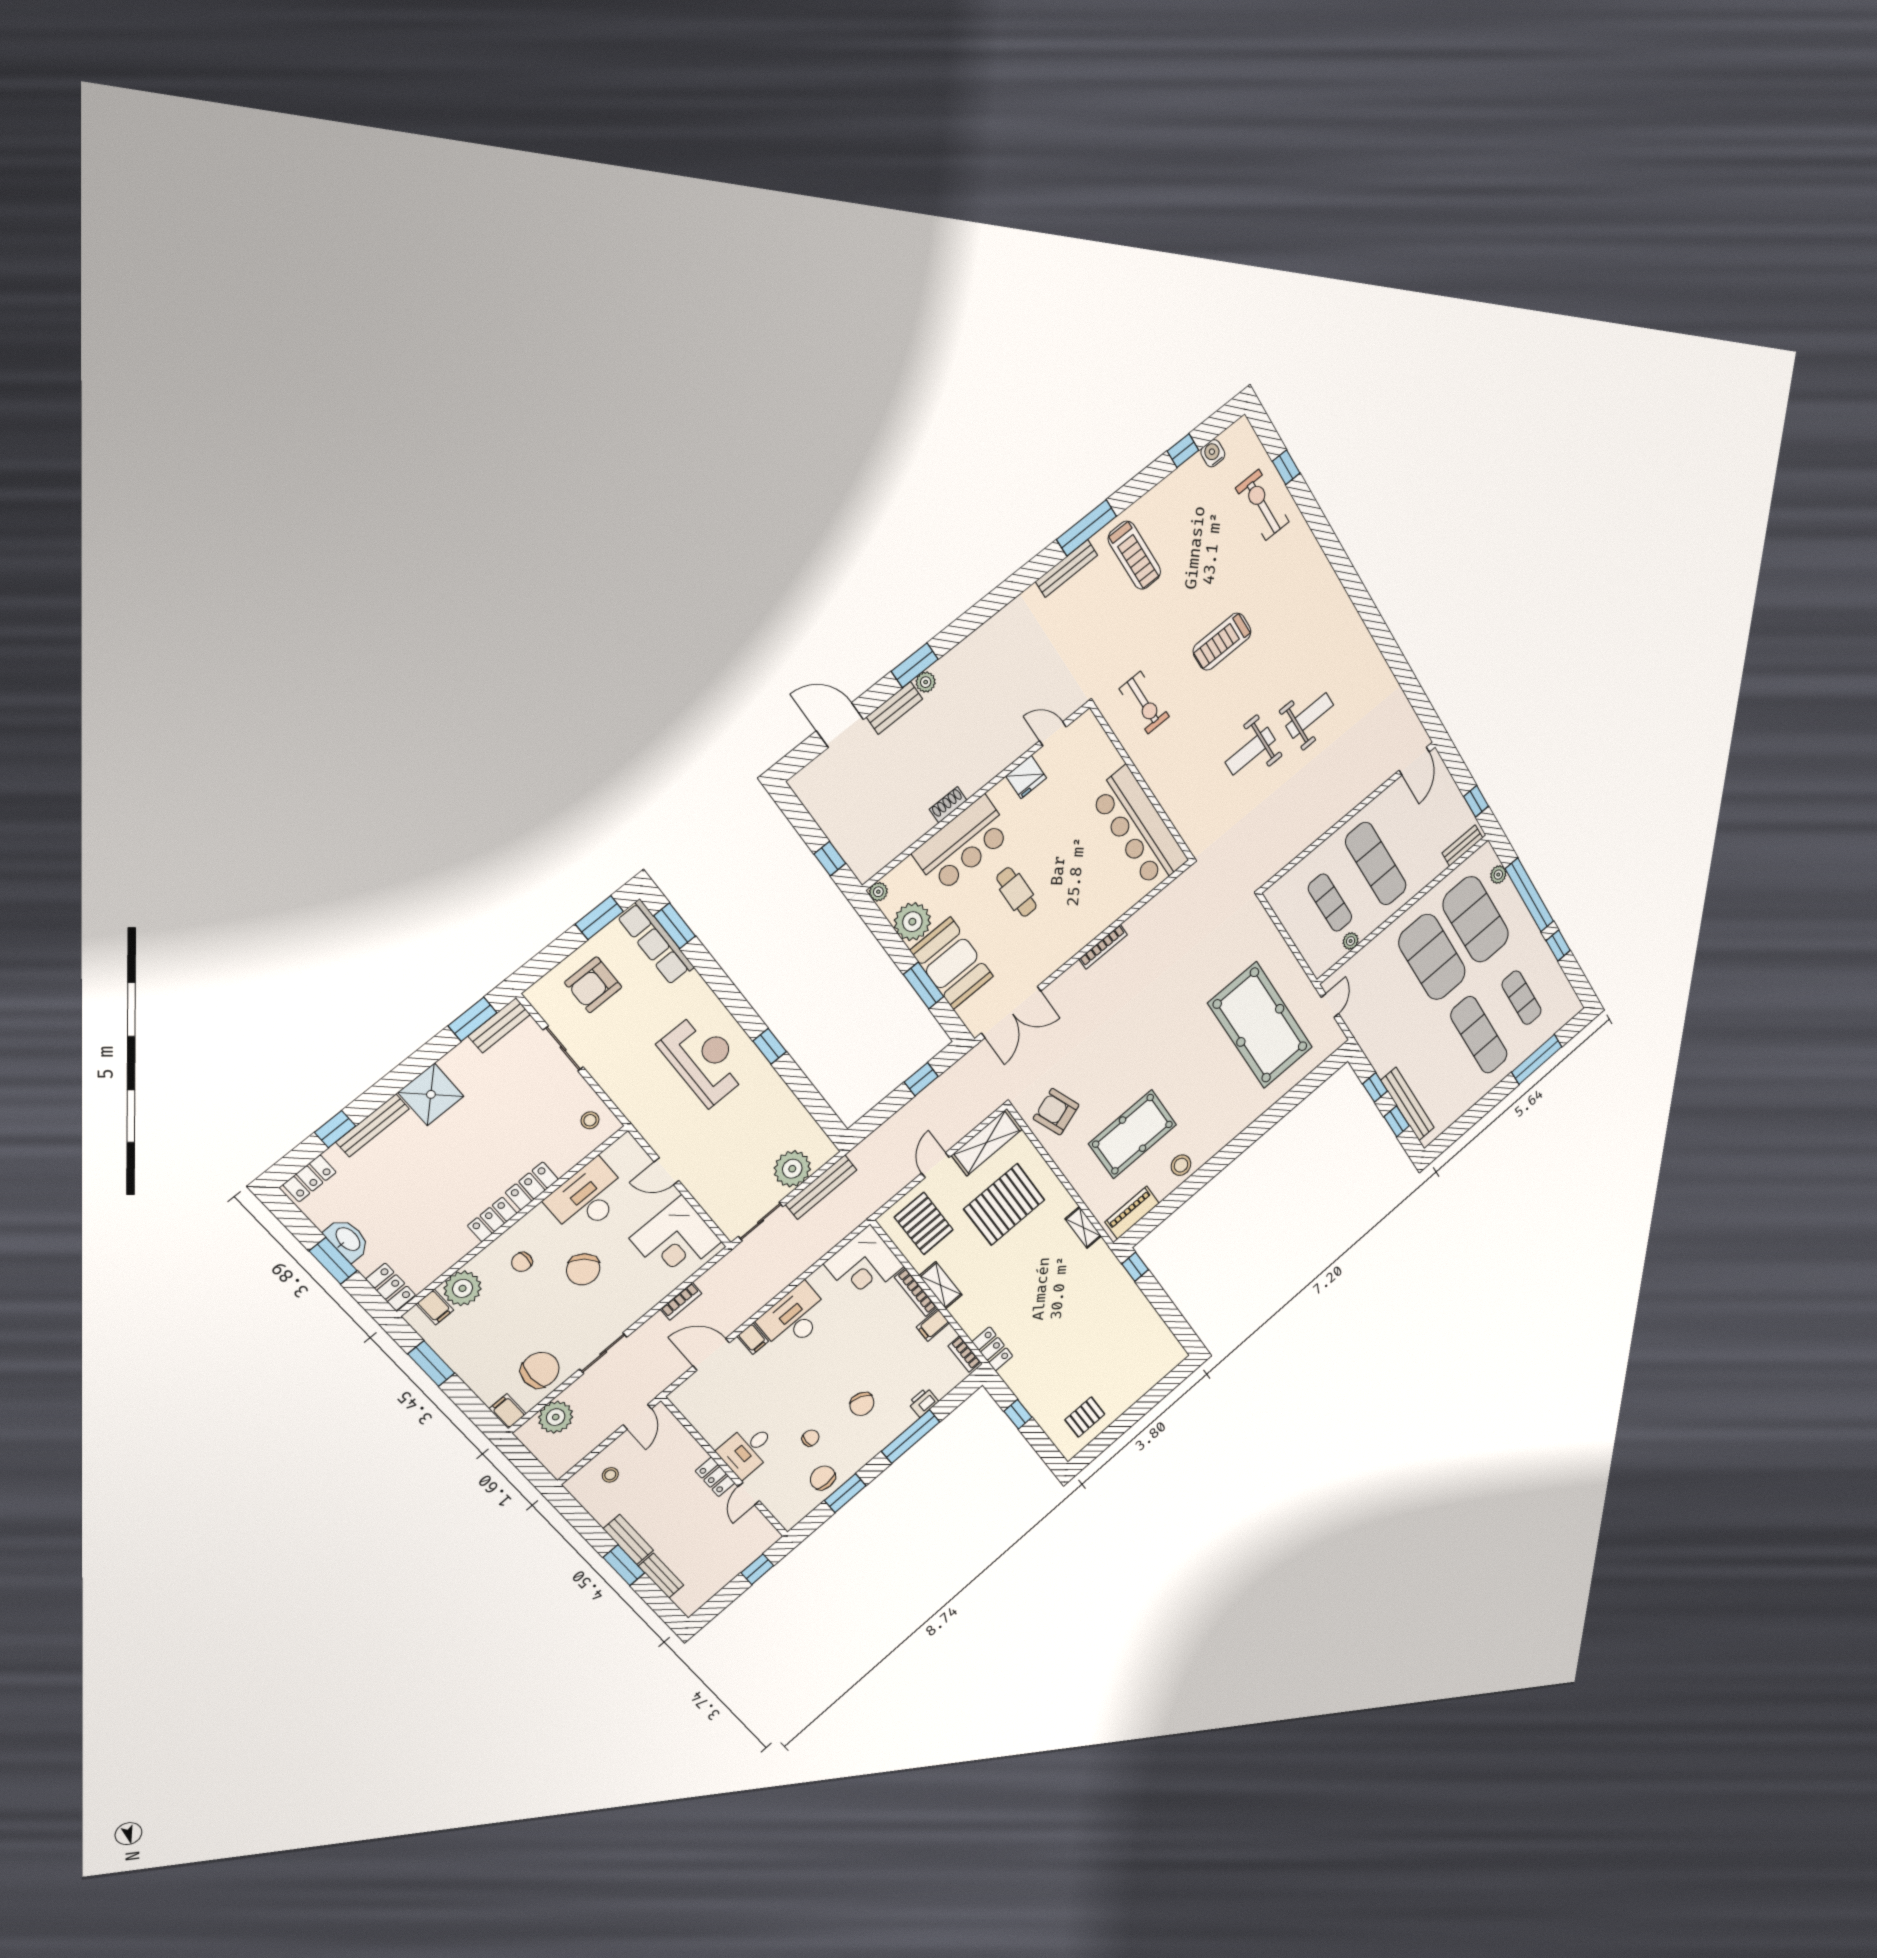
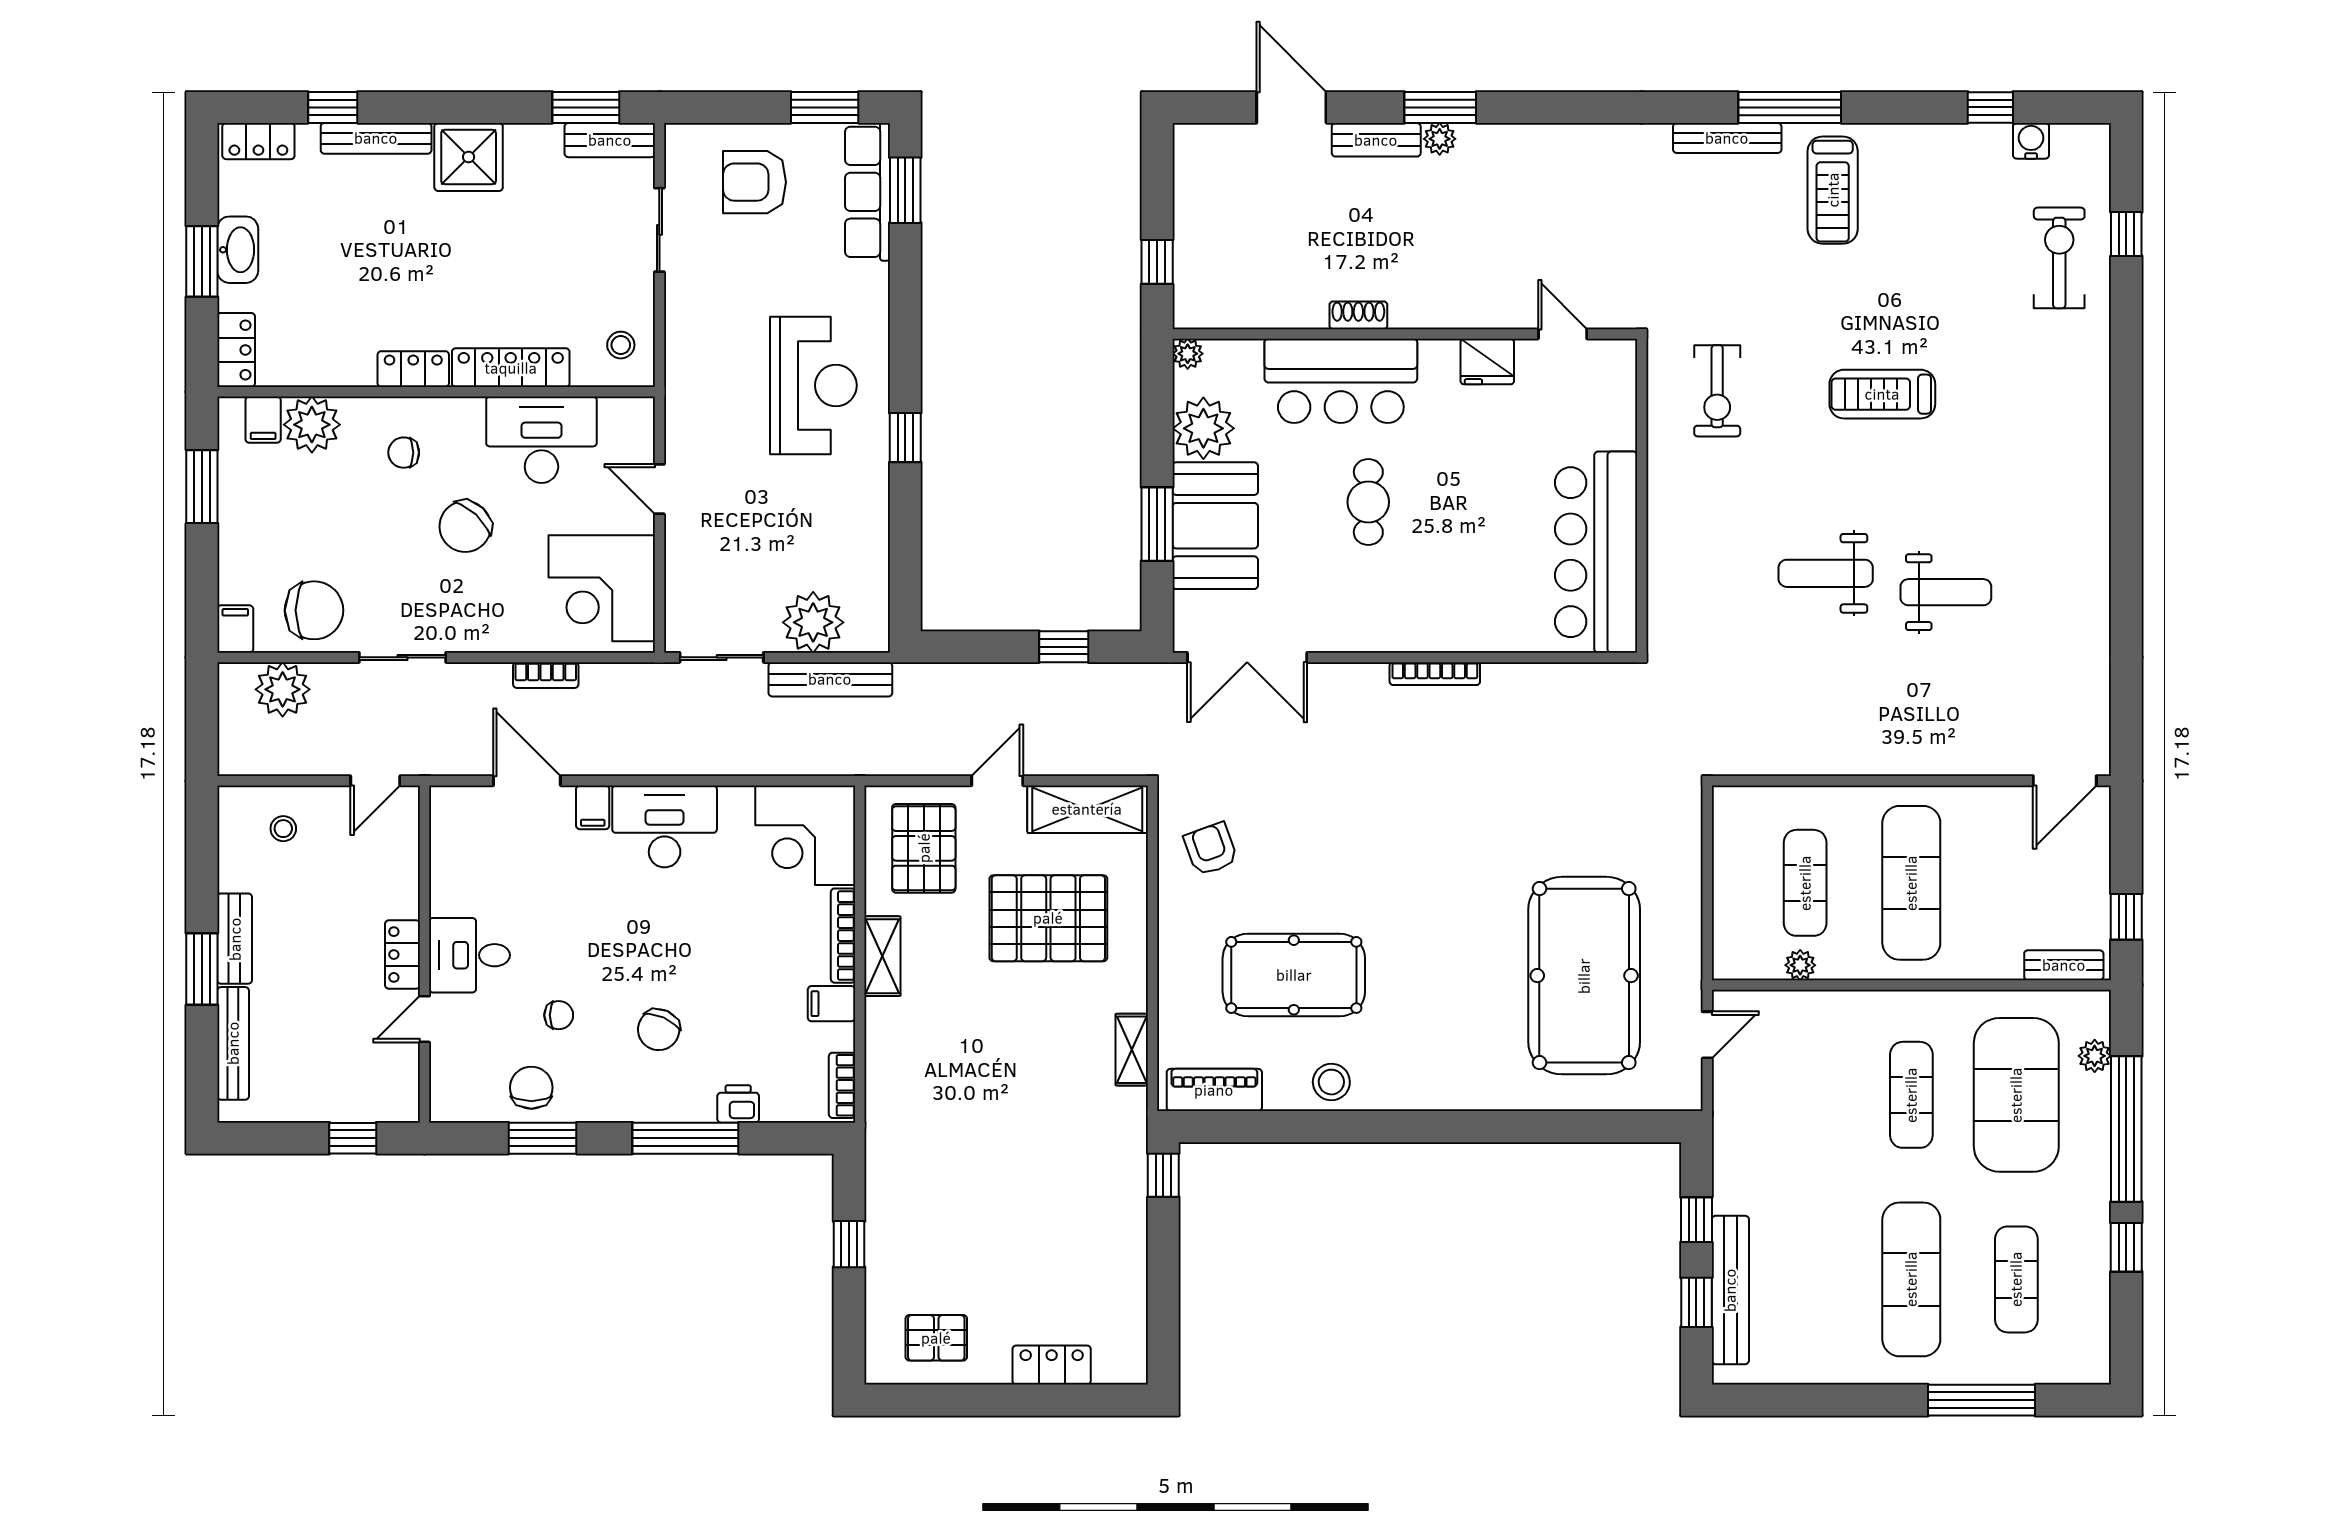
exercise mat: (1432, 957) -> (1911, 1095), width x0.50, depth x0.69
armchair: (1056, 1112) -> (1211, 849), width x0.72, depth x0.72
locker: (532, 1186) -> (511, 368), width x1.53
locker: (992, 1349) -> (1052, 1365), moved, turned -90
bench: (661, 1576) -> (233, 1043), width x1.36

